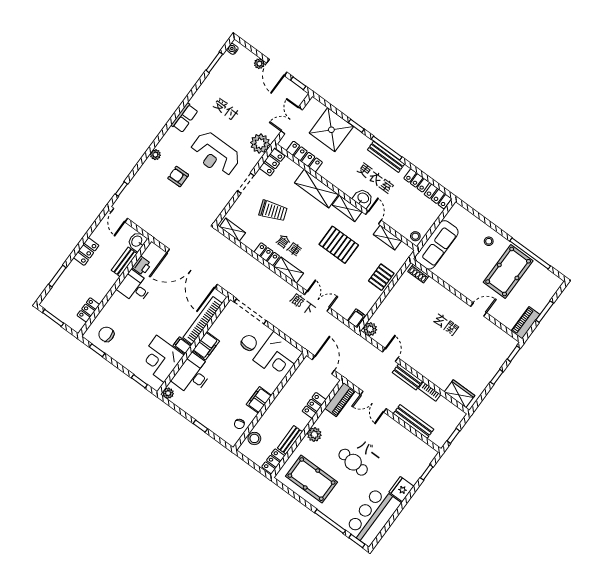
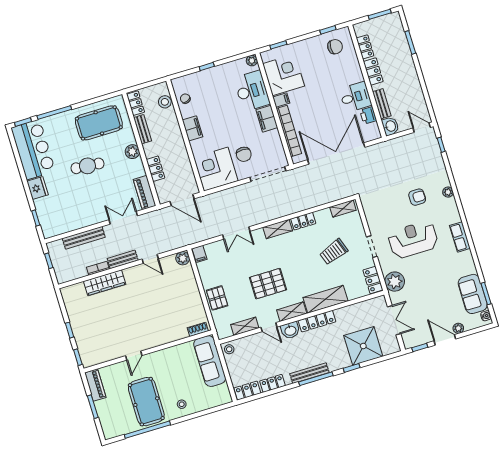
sofa: (223, 73) -> (473, 294), added
locker: (304, 157) -> (317, 321), moved
locker: (86, 252) -> (373, 72), moved, turned 180
wardrobe: (460, 394) -> (105, 283), moved, width x1.50

